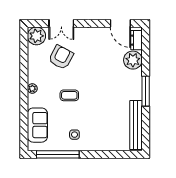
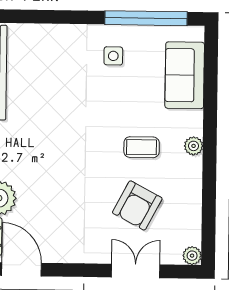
plant: (36, 36) -> (192, 256), width x0.53, depth x0.53
coffee table: (69, 95) -> (142, 147), moved

